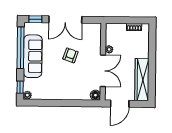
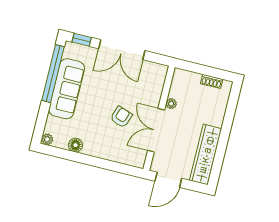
armchair: (70, 55) -> (121, 117), moved
double door: (103, 71) -> (156, 130), swing flipped
window: (20, 87) -> (40, 126), removed
floor lamp: (95, 95) -> (75, 145), moved

